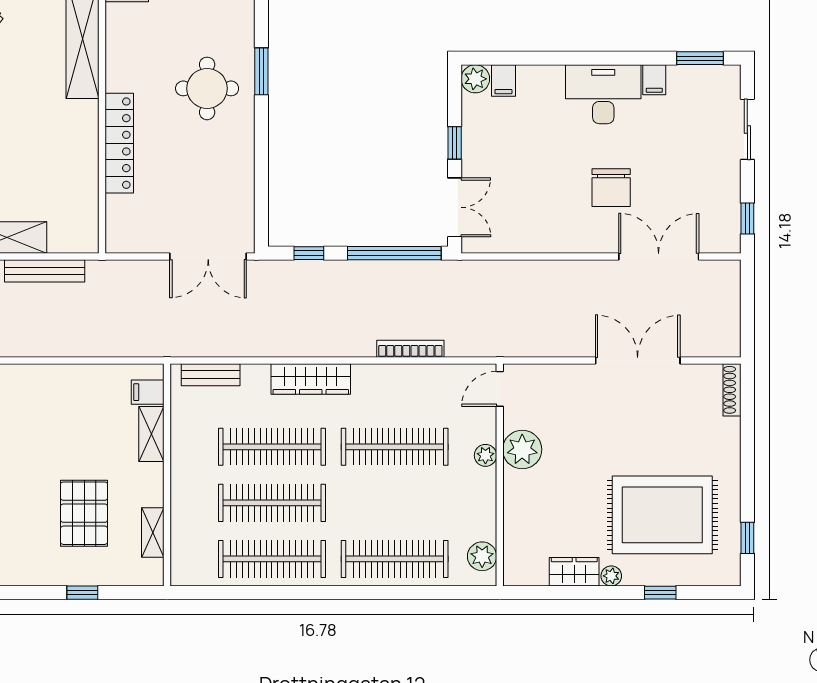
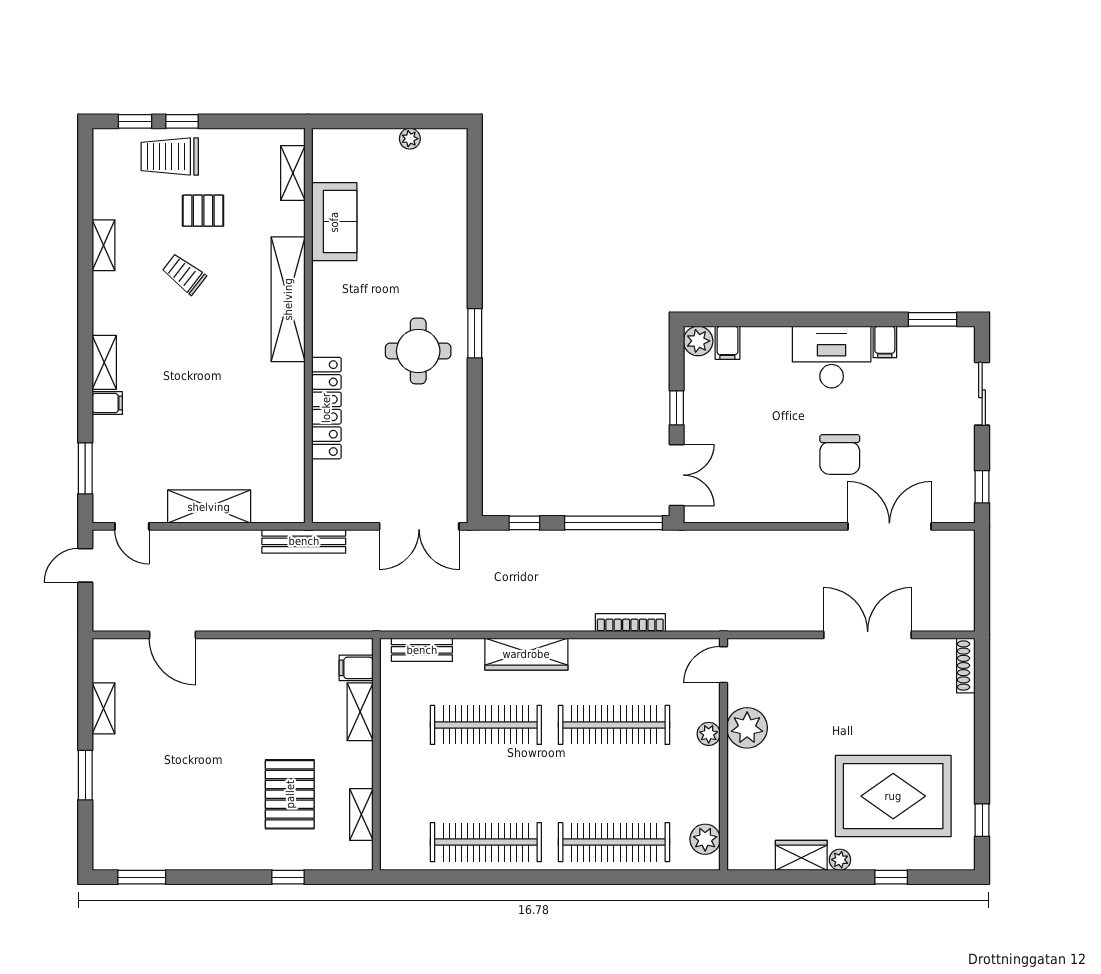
bench: (45, 271) -> (304, 541), moved
clothes rail: (272, 503) -> (486, 784), removed

